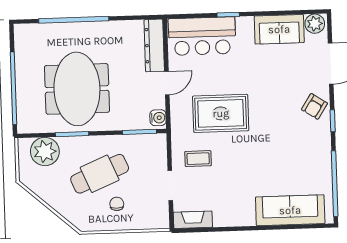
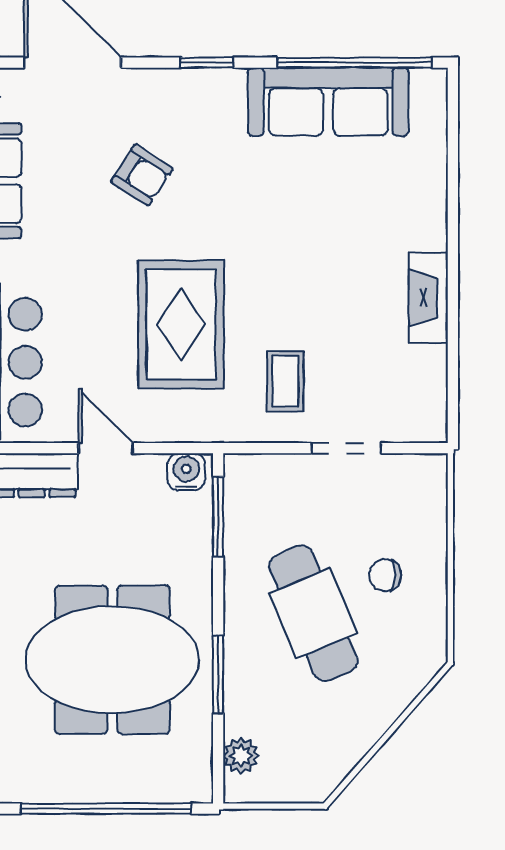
armchair: (314, 106) -> (142, 175), moved
plant: (45, 151) -> (241, 756), width x0.53, depth x0.53
sofa: (290, 210) -> (328, 102), moved, turned -90
fireplace: (193, 220) -> (428, 298), moved

